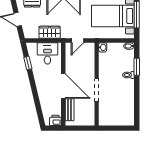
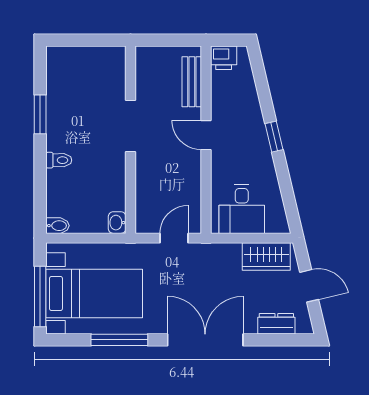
wardrobe: (50, 32) -> (266, 256), moved
window: (28, 63) -> (274, 137), moved
window: (137, 67) -> (40, 114), moved
door: (63, 86) -> (206, 135), width x0.53

